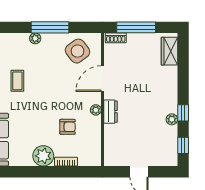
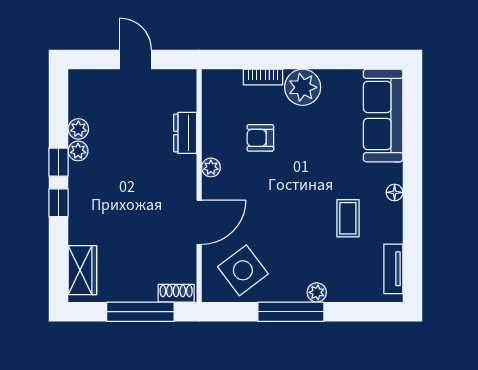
dresser: (111, 112) -> (185, 133), moved
plant: (172, 132) -> (78, 129), added
window: (183, 145) -> (58, 203), moved

